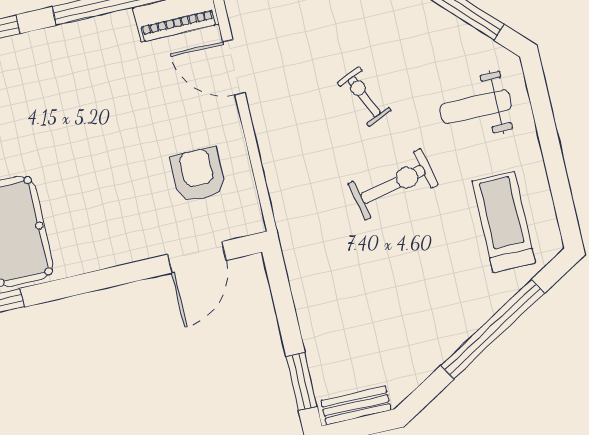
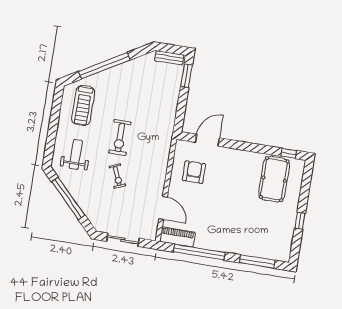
weight bench: (476, 107) -> (76, 154), turned -90
armchair: (198, 175) -> (194, 172), turned 180
exercise bike: (393, 184) -> (120, 137), turned -77

